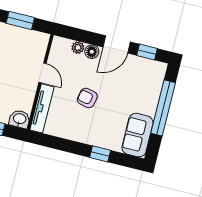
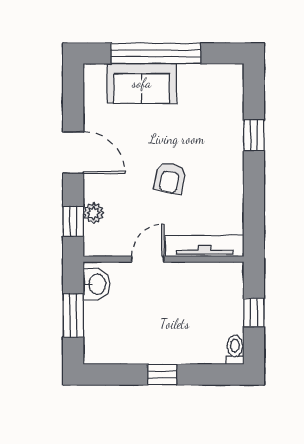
floor lamp: (92, 52) -> (95, 189), removed
window: (147, 52) -> (73, 221), moved
washbasin: (20, 119) -> (97, 284), moved, turned 180
sofa: (137, 135) -> (142, 83), moved

